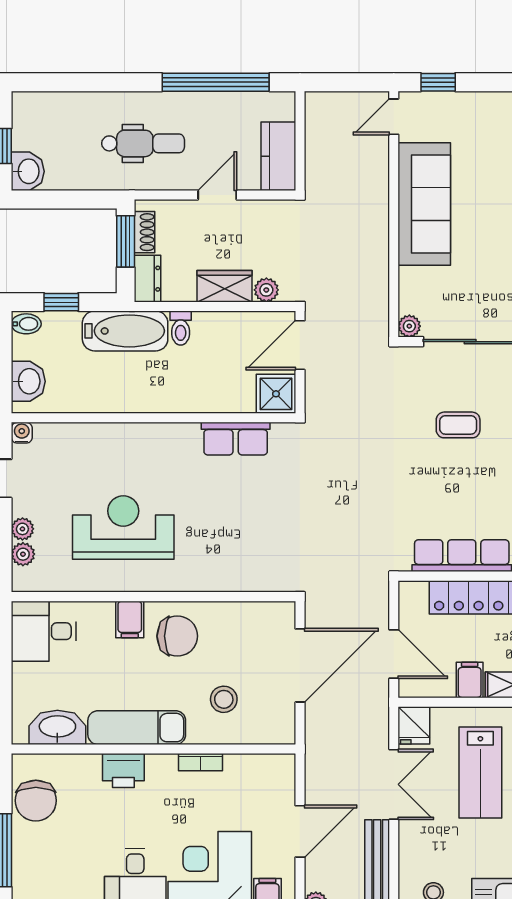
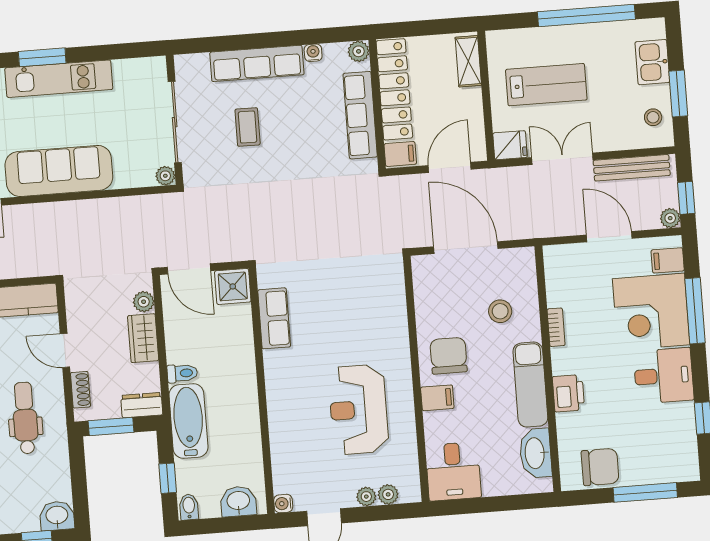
shoe rack: (144, 232) -> (80, 390), moved, turned 90
filing cabinet: (470, 680) -> (400, 154), moved, turned 180

